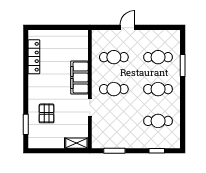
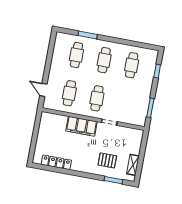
door: (127, 27) -> (43, 90), moved
shelving: (76, 143) -> (133, 165), moved

